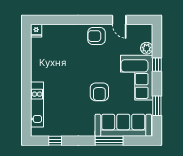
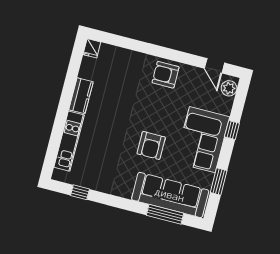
door: (119, 20) -> (214, 66), moved
plant: (147, 48) -> (229, 88), moved
kitchen counter: (37, 68) -> (81, 96), added
window: (109, 141) -> (165, 214), moved

